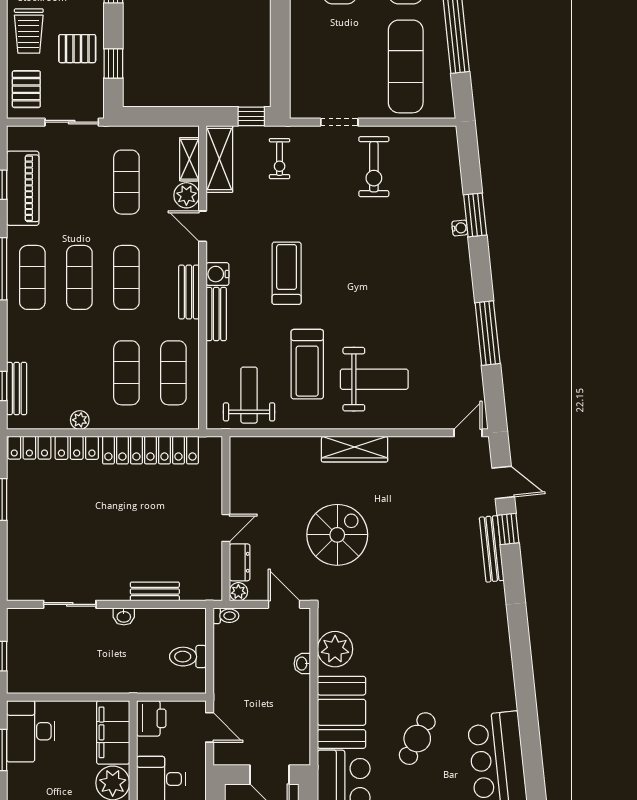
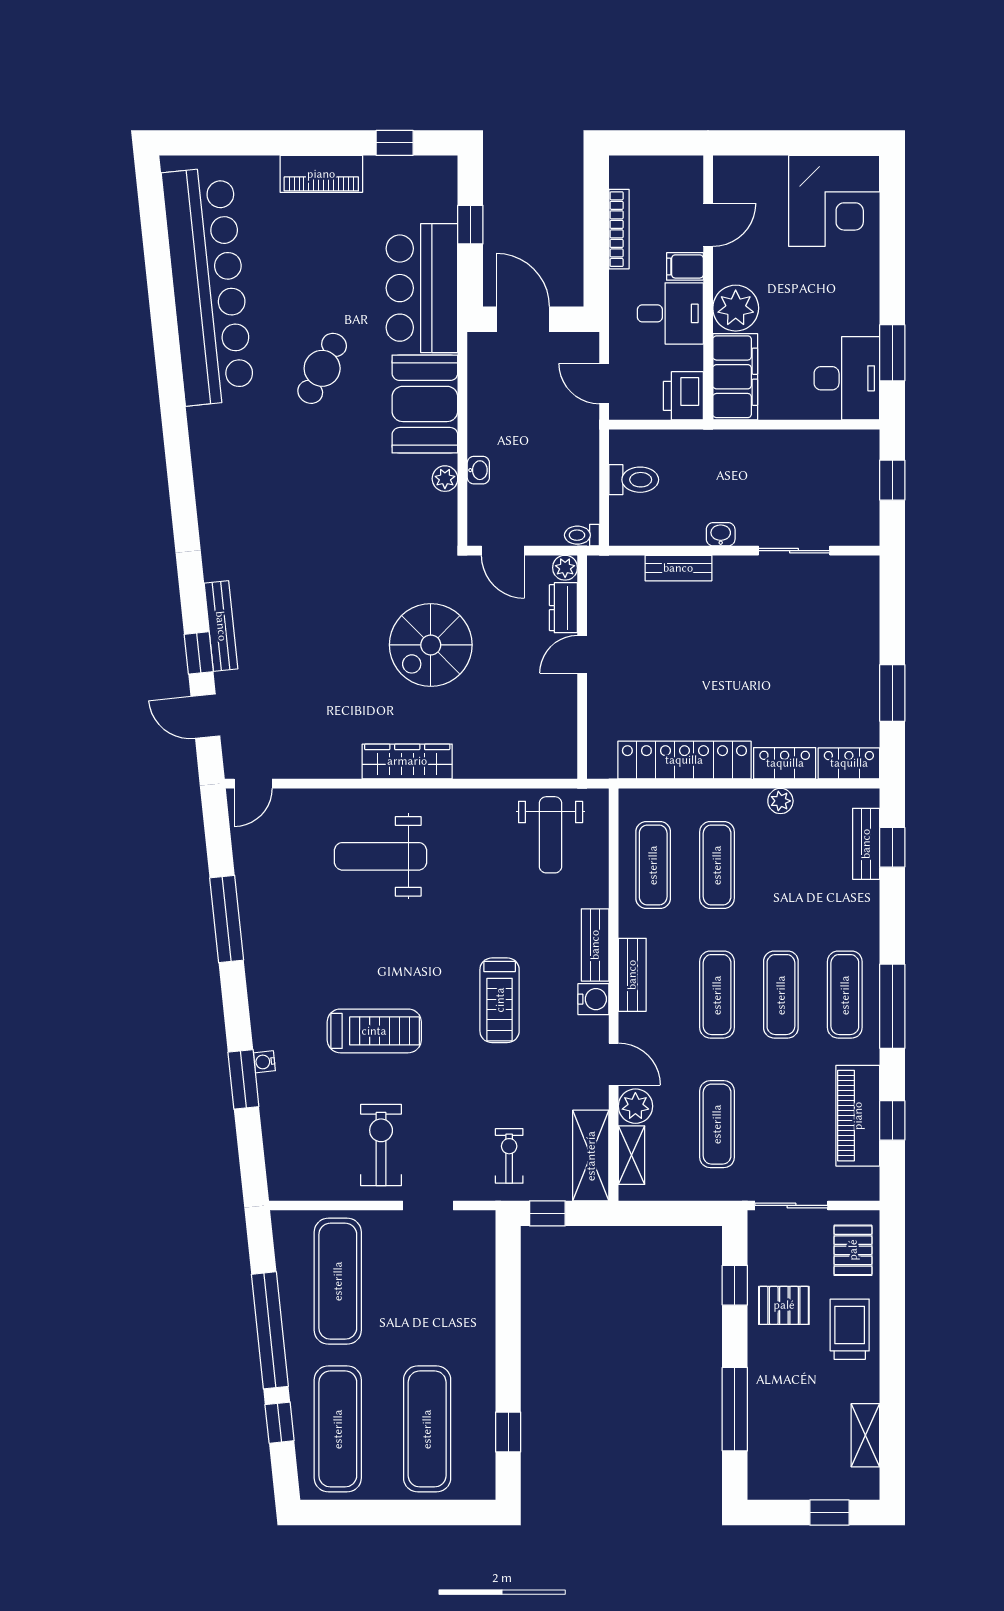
treadmill: (307, 364) -> (374, 1031), moved, turned 90
plant: (335, 649) -> (445, 479), width x0.53, depth x0.53

